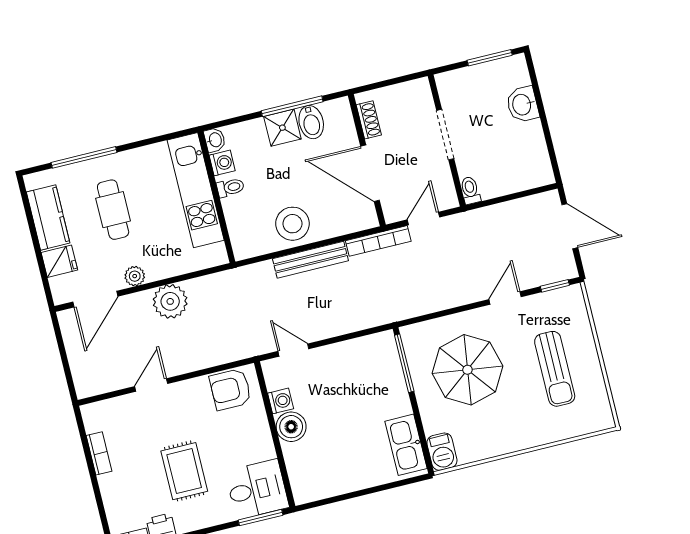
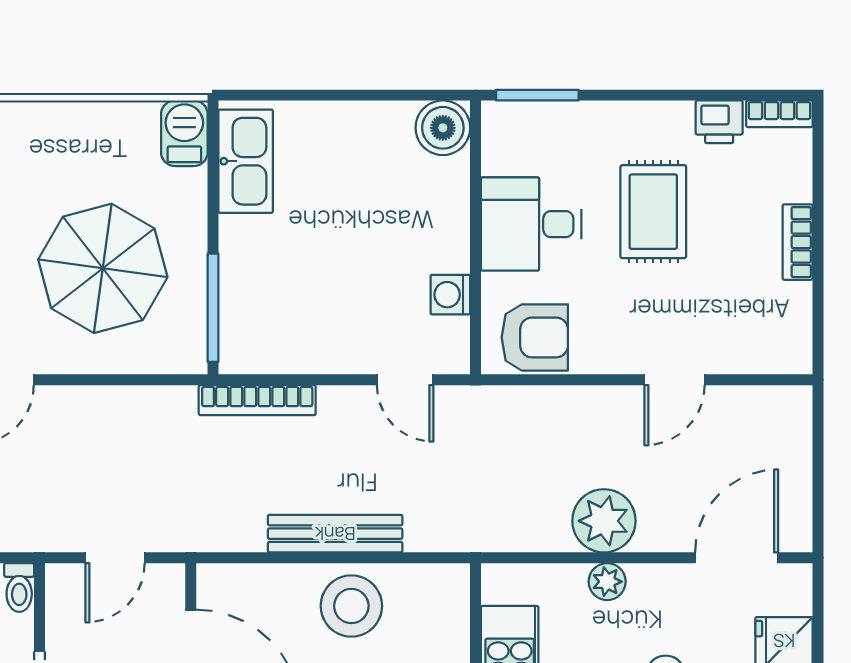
bookcase: (378, 241) -> (257, 400), moved, turned 180
plant: (135, 276) -> (607, 582), moved
boiler: (291, 427) -> (443, 128), moved
bookcase: (99, 453) -> (798, 242), moved
desk: (257, 489) -> (531, 224), moved

